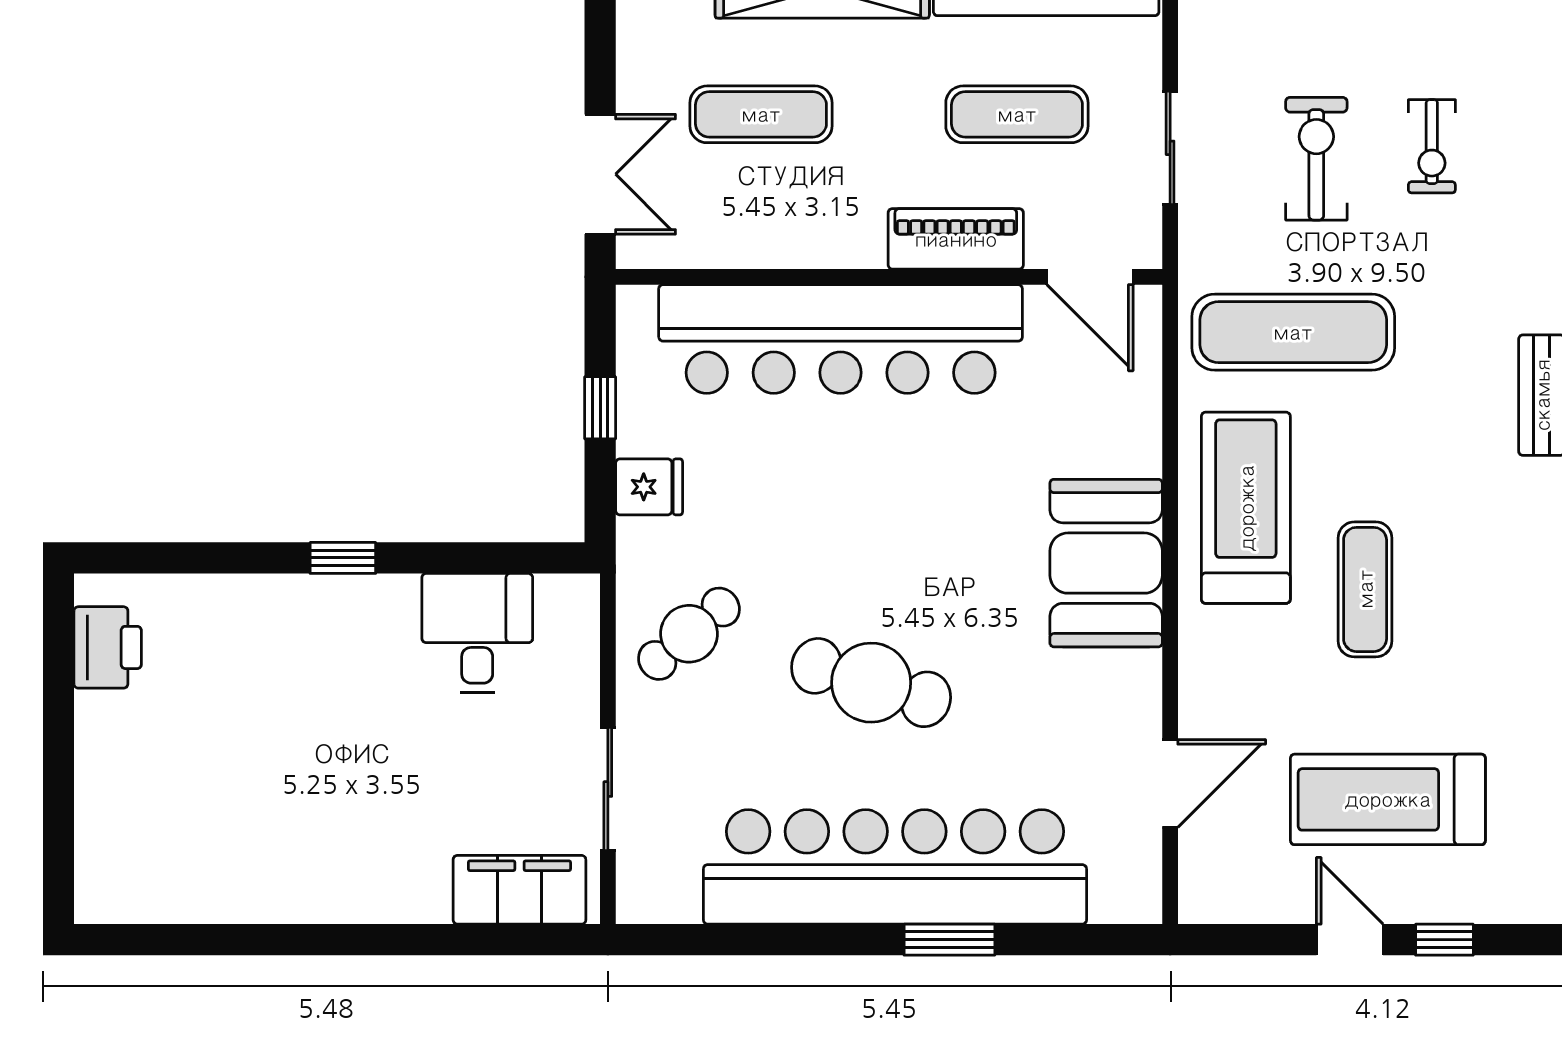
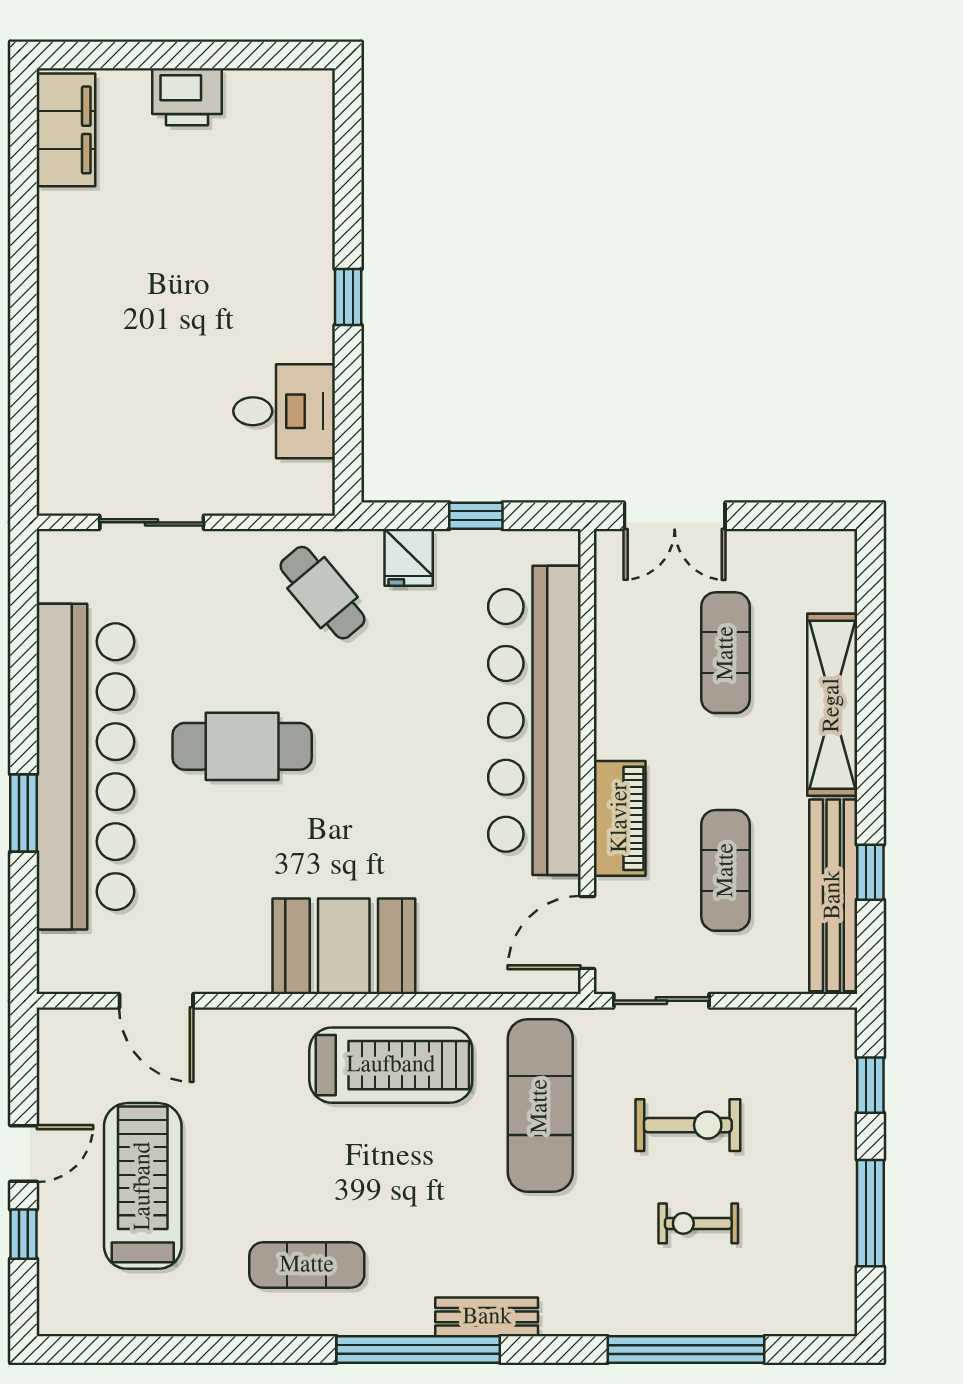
sliding door: (1170, 148) -> (661, 1001), moved
exercise mat: (1365, 589) -> (307, 1265), moved
cafe table: (689, 634) -> (322, 593), moved
printer: (108, 647) -> (187, 97), moved
cafe table: (871, 683) -> (242, 746), turned 73
filing cabinet: (519, 890) -> (66, 130), moved

